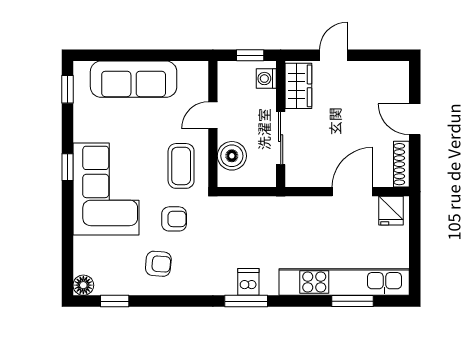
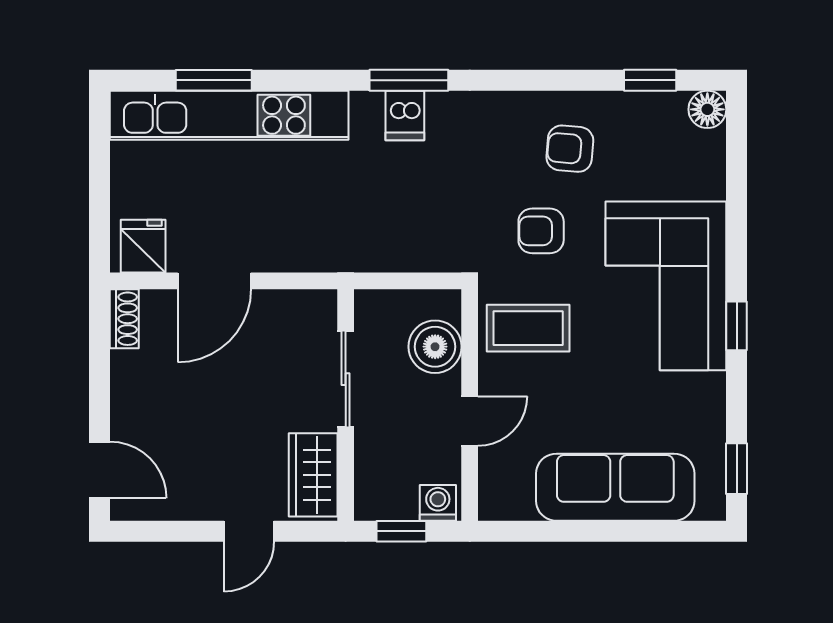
washing machine: (266, 79) -> (438, 503), moved, turned -90
door: (415, 119) -> (99, 470), moved
shoe rack: (401, 164) -> (124, 319), width x0.70
coffee table: (181, 166) -> (528, 328), turned 90

